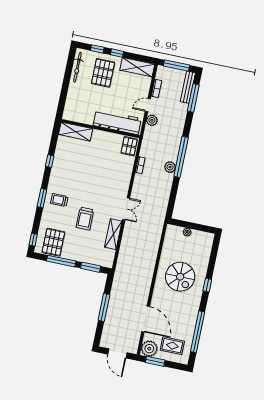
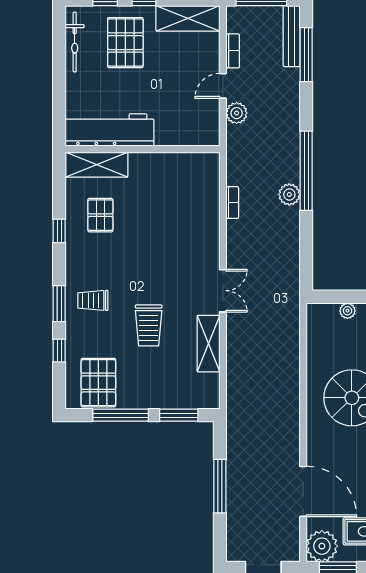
workbench: (117, 122) -> (110, 130), moved
pallet: (129, 146) -> (100, 215), moved
window: (33, 240) -> (59, 351), moved

